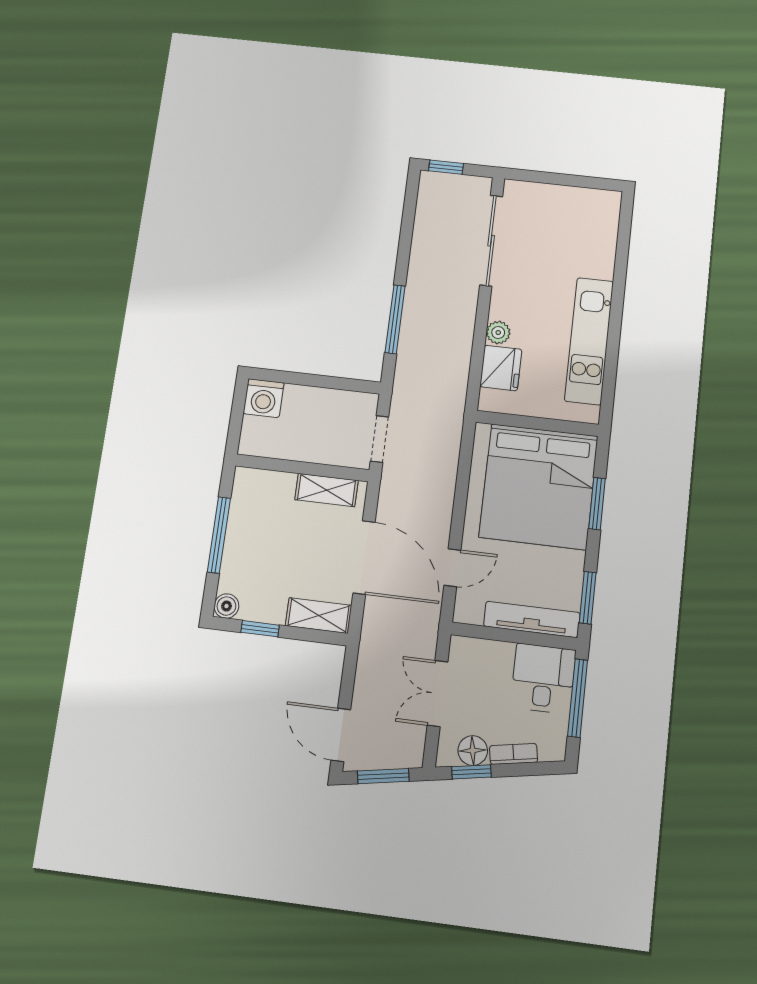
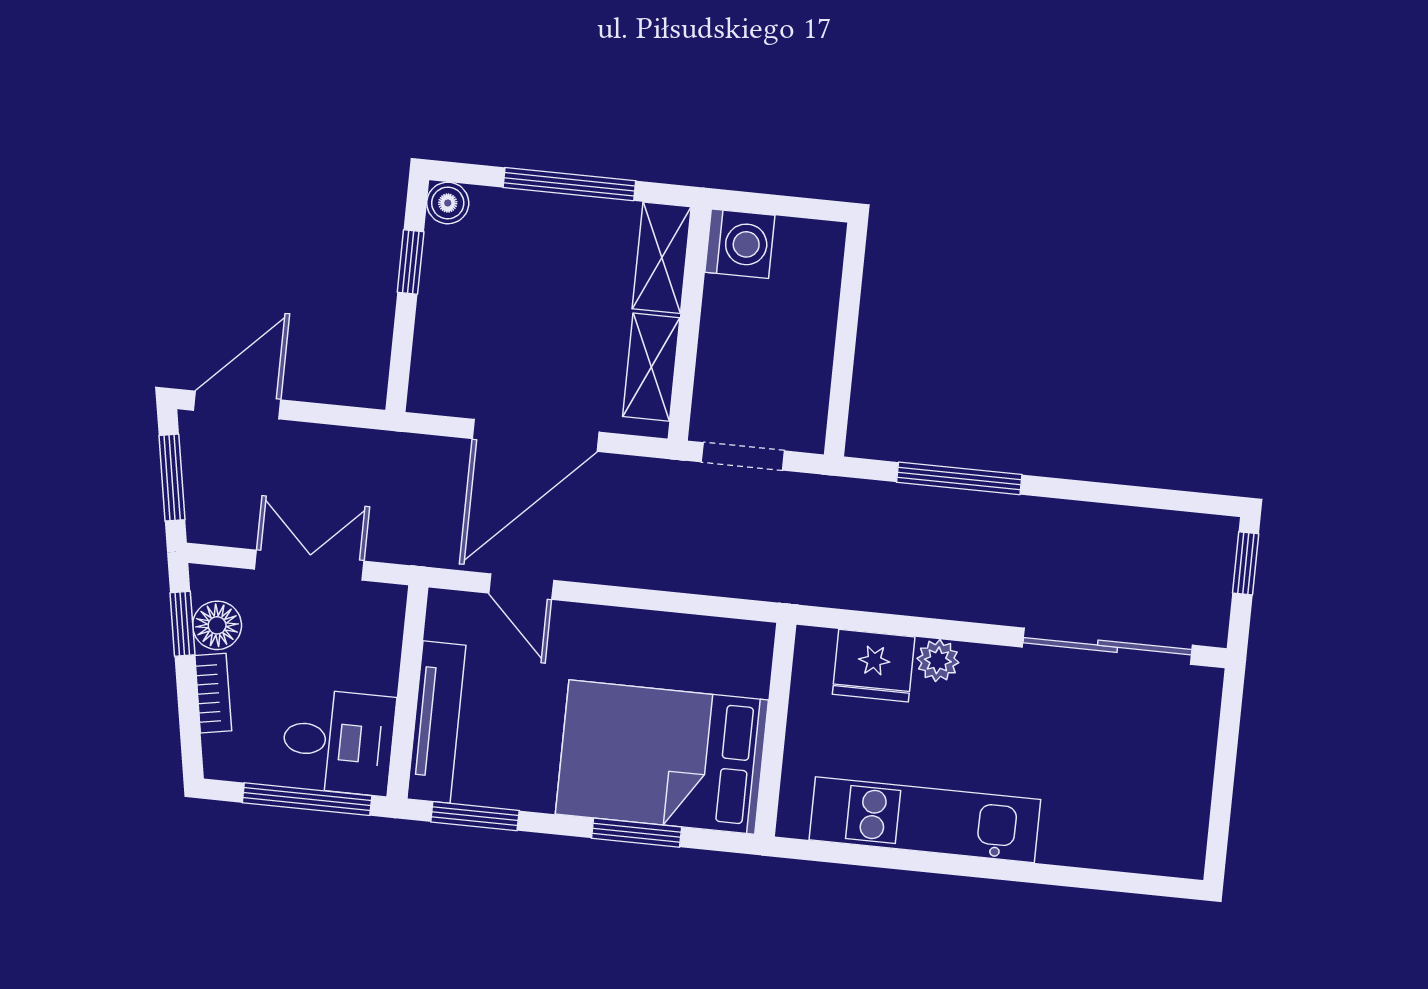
washing machine: (264, 398) -> (740, 244), moved, turned 180
bed: (539, 486) -> (662, 757), width x0.73
shelving: (319, 616) -> (662, 258), moved

